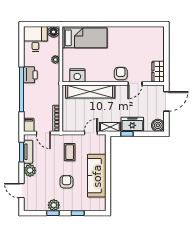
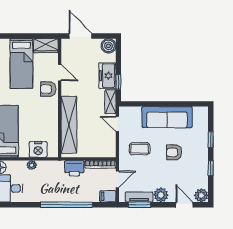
bed: (143, 51) -> (21, 63), added
printer: (30, 75) -> (74, 168), moved, turned 180
nightstand: (77, 75) -> (38, 149), moved, turned 90
door: (21, 191) -> (184, 205), swing flipped
plant: (54, 205) -> (201, 195), moved

